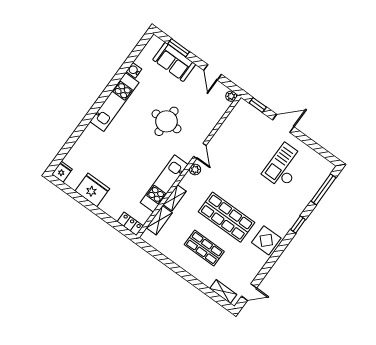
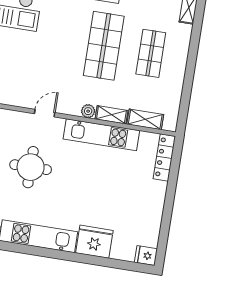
plant: (195, 170) -> (88, 111), moved
fridge: (92, 190) -> (94, 242), moved, turned 90
locker: (130, 224) -> (164, 157), width x1.53

